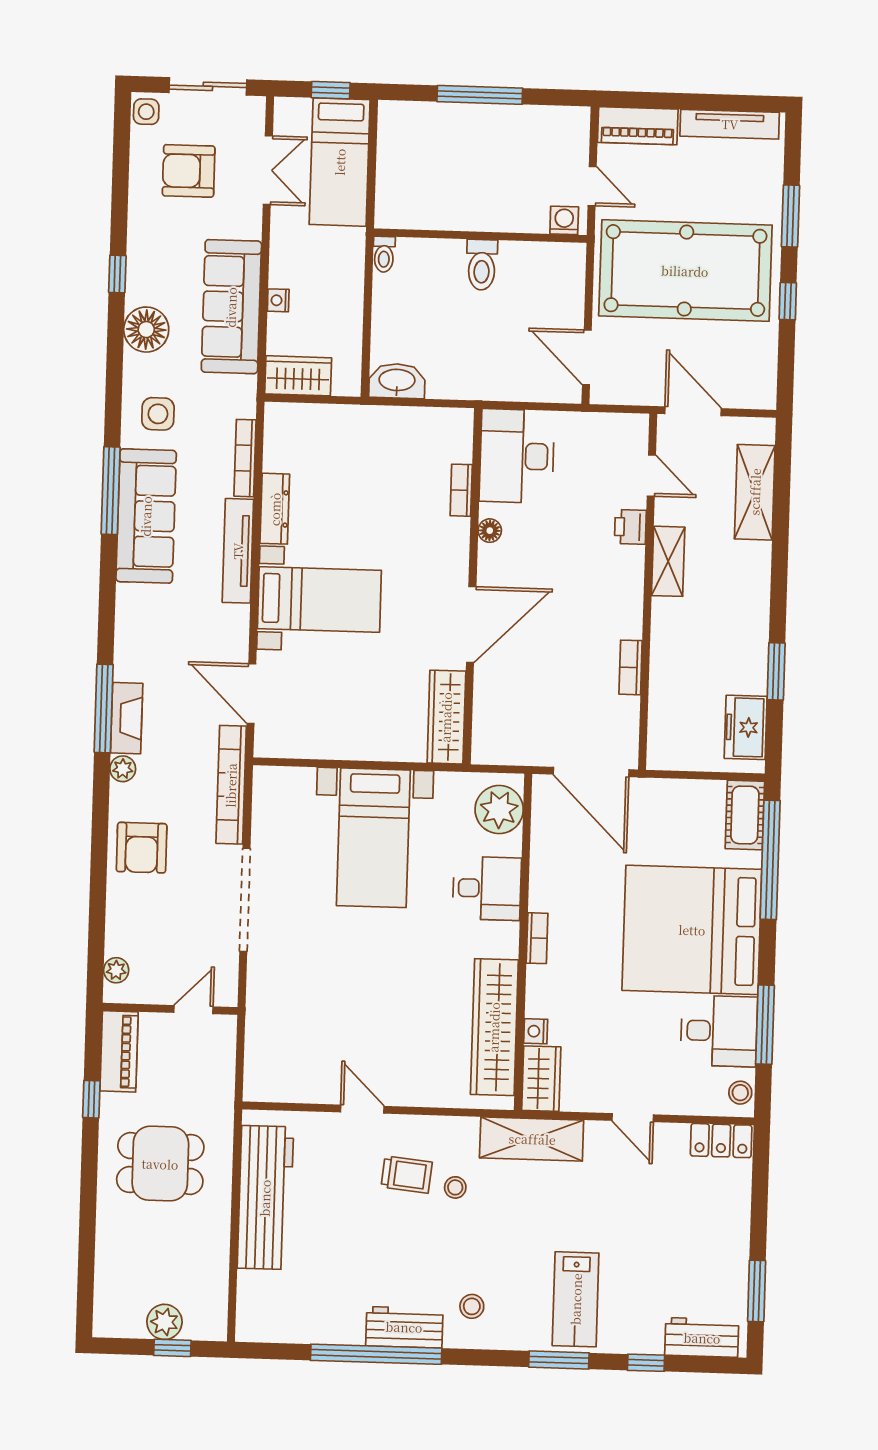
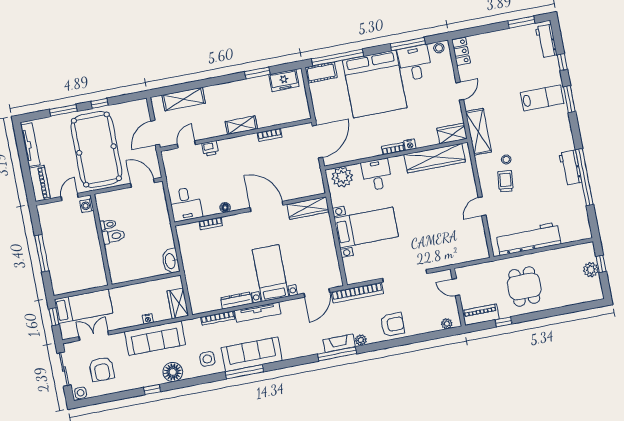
toilet: (384, 254) -> (108, 225), moved
door: (587, 357) -> (143, 183), swing flipped
desk: (517, 456) -> (186, 204), width x0.73
shelving: (668, 561) -> (241, 125), moved
nightstand: (536, 1031) -> (410, 145), moved
stool: (472, 1306) -> (555, 141), removed

